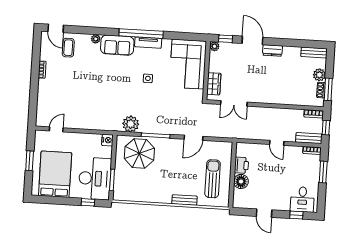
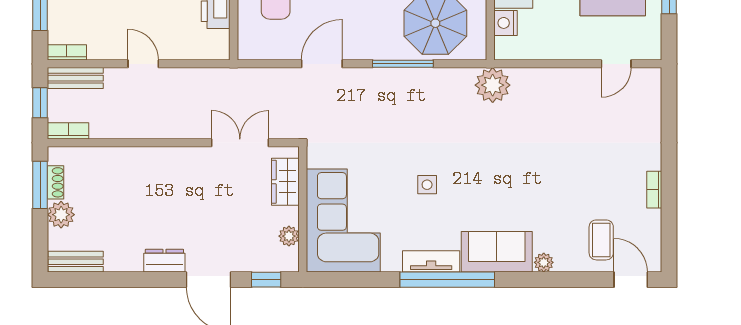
plant: (214, 46) -> (289, 236), moved
plant: (131, 124) -> (493, 85), moved
nightstand: (107, 140) -> (505, 23), moved

